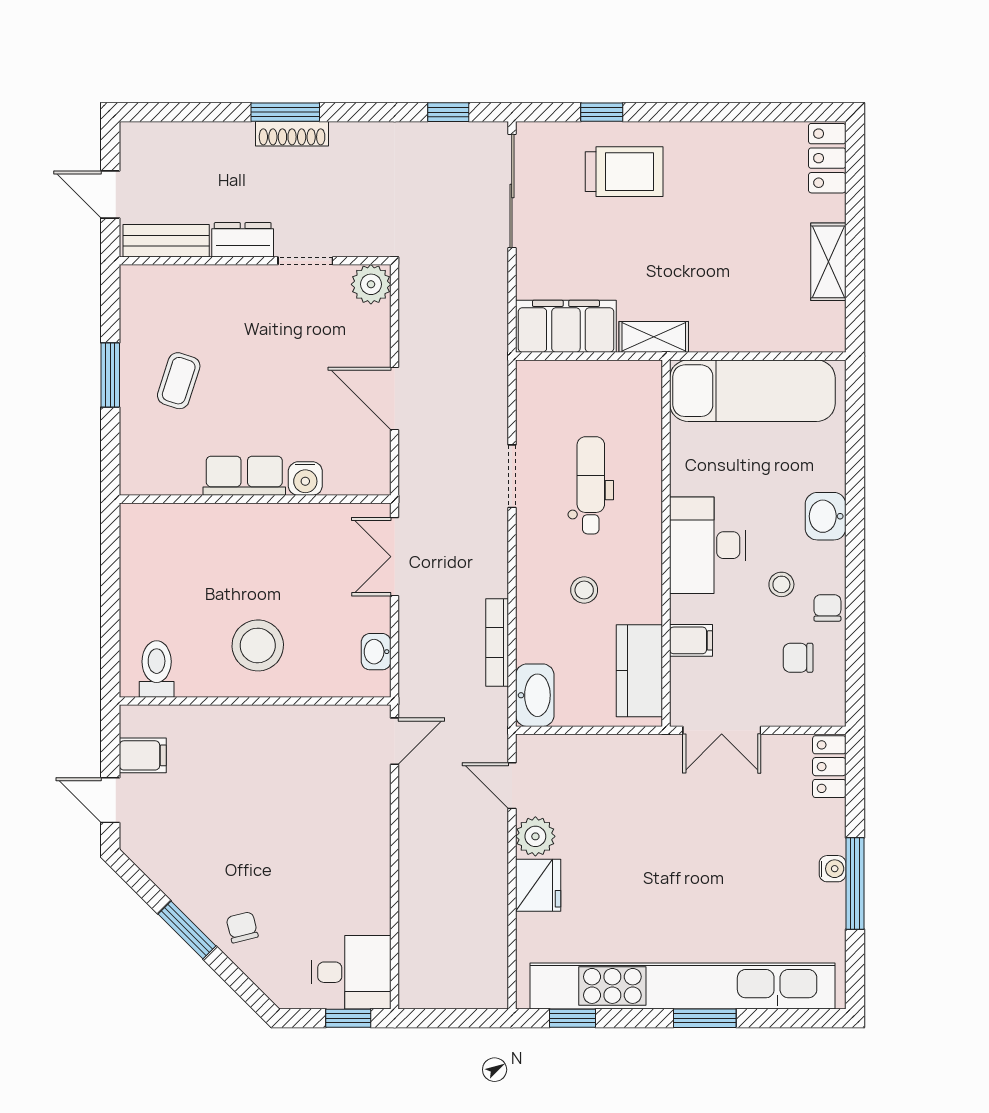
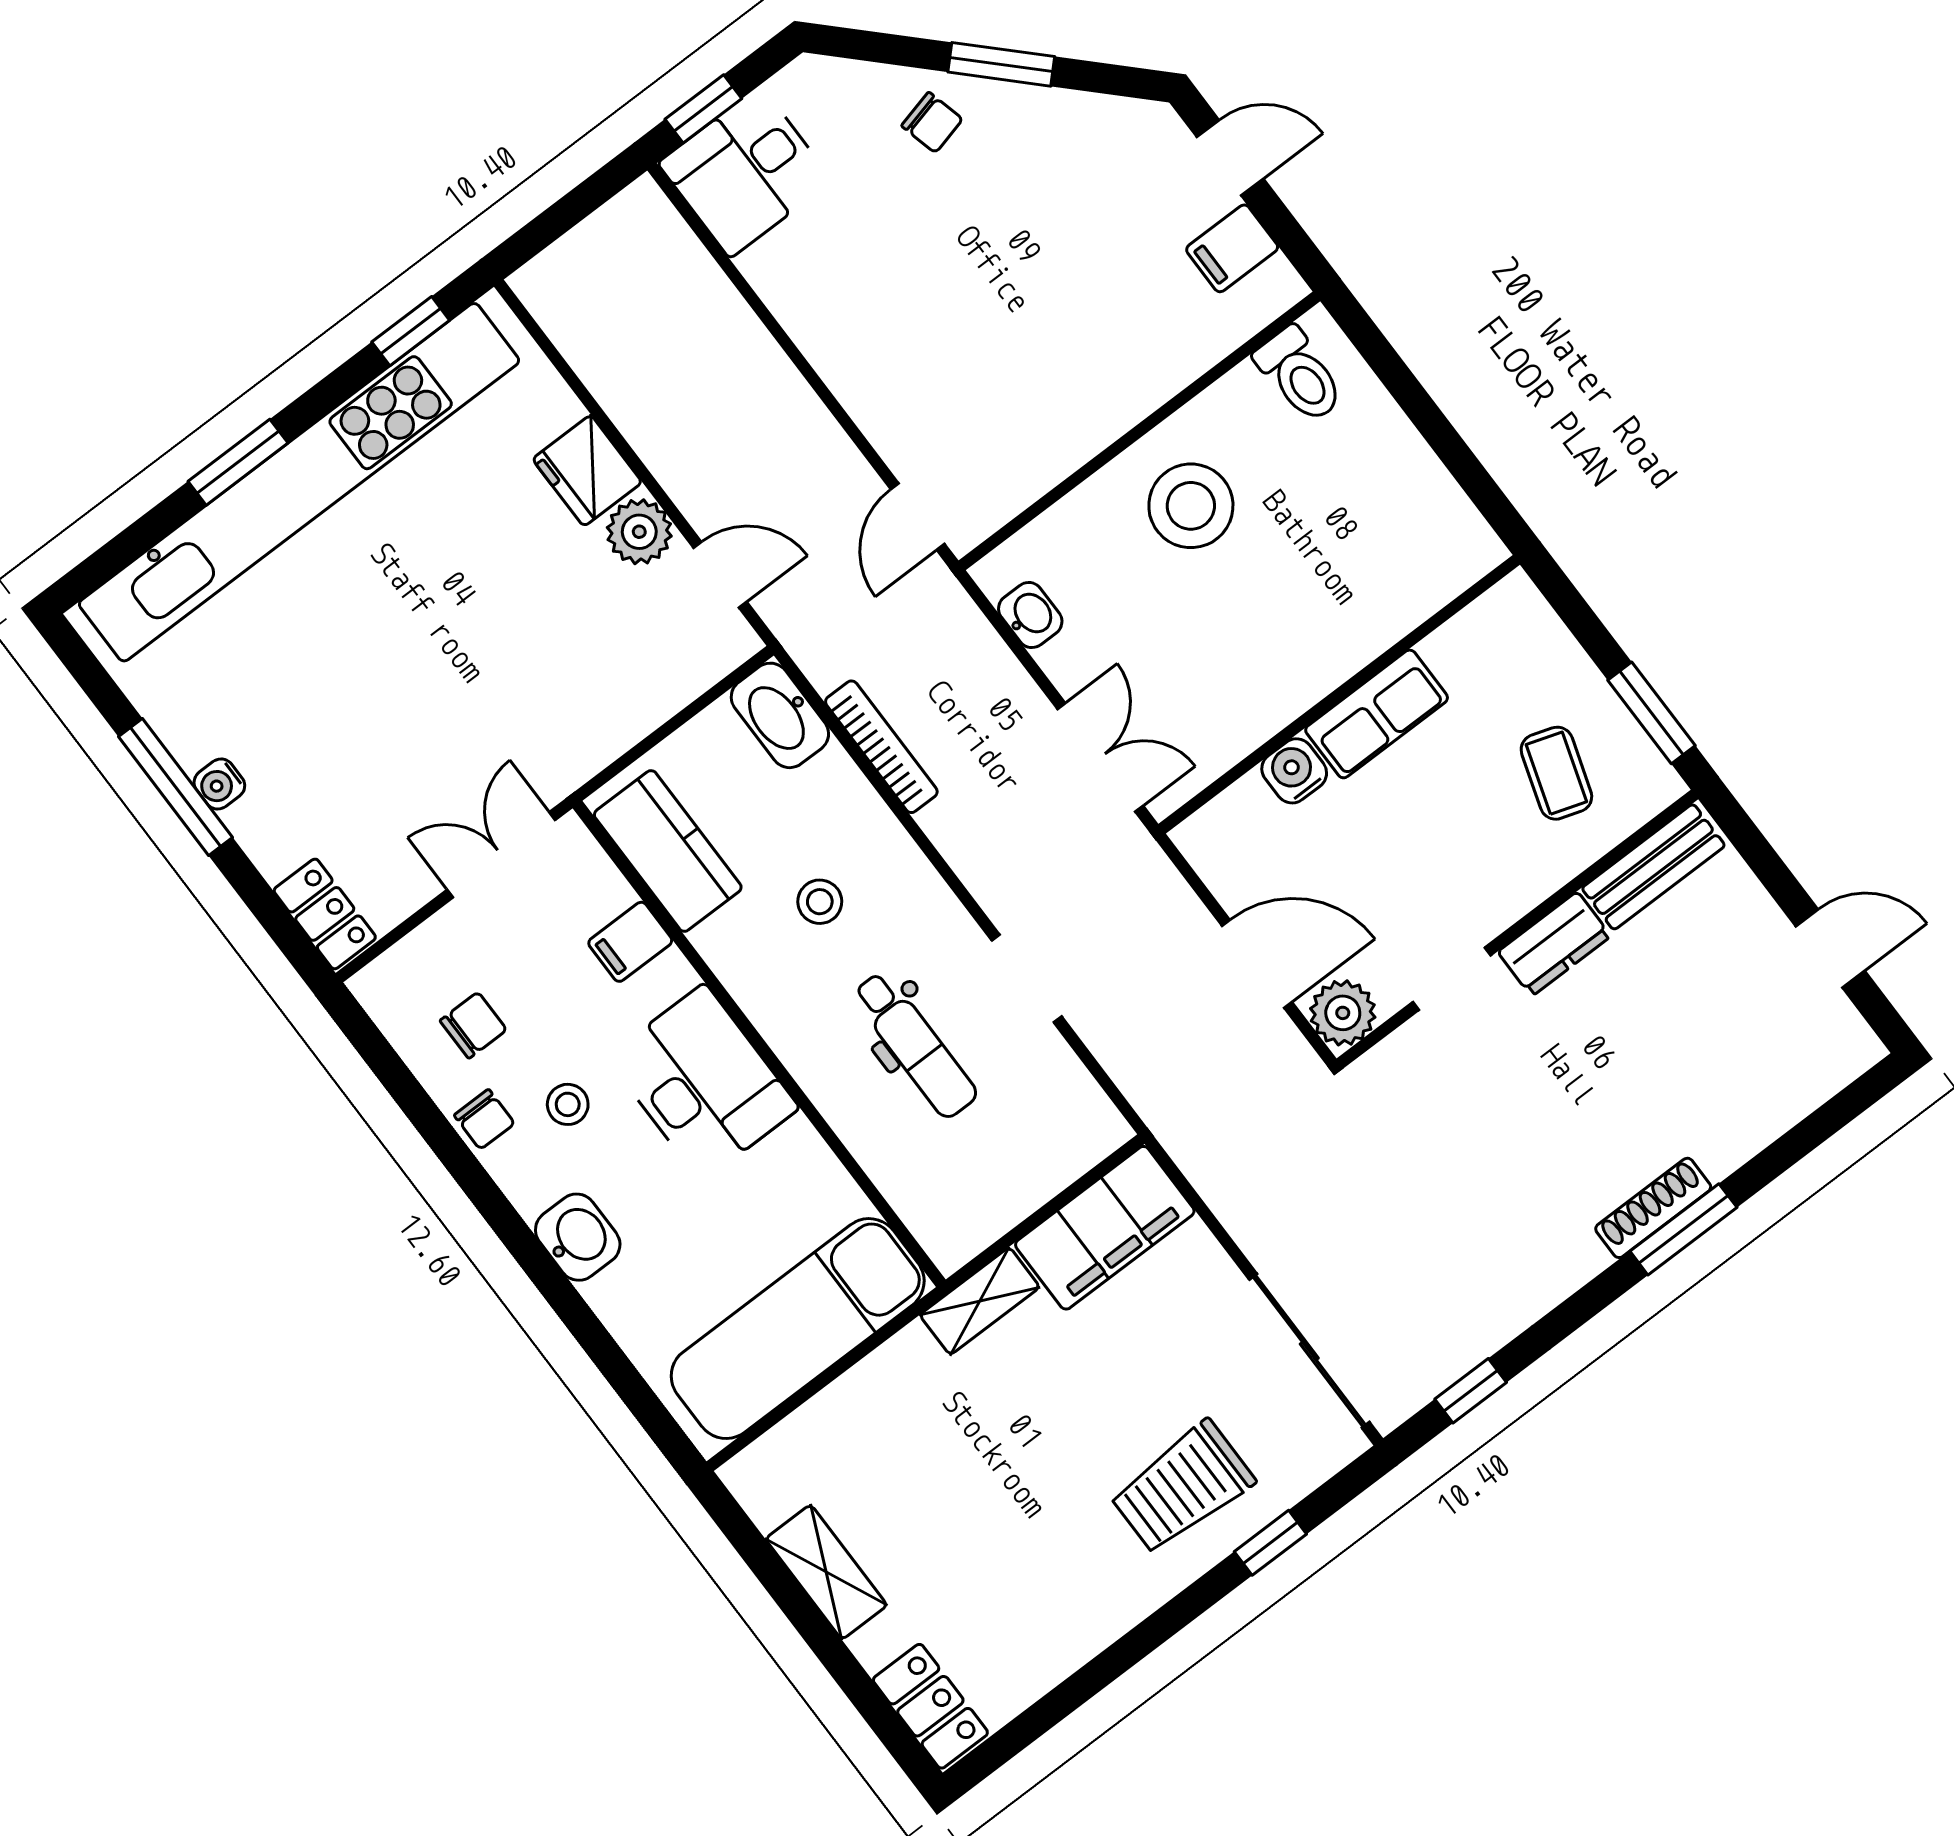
dresser: (243, 240) -> (1554, 944), moved
bench: (166, 241) -> (1653, 867), moved
wall: (255, 261) -> (1517, 929), moved
doorway: (305, 261) -> (1452, 979), moved
plant: (371, 284) -> (1343, 1013), moved

